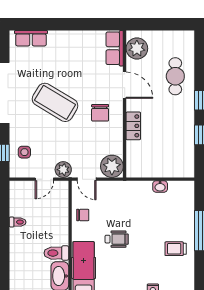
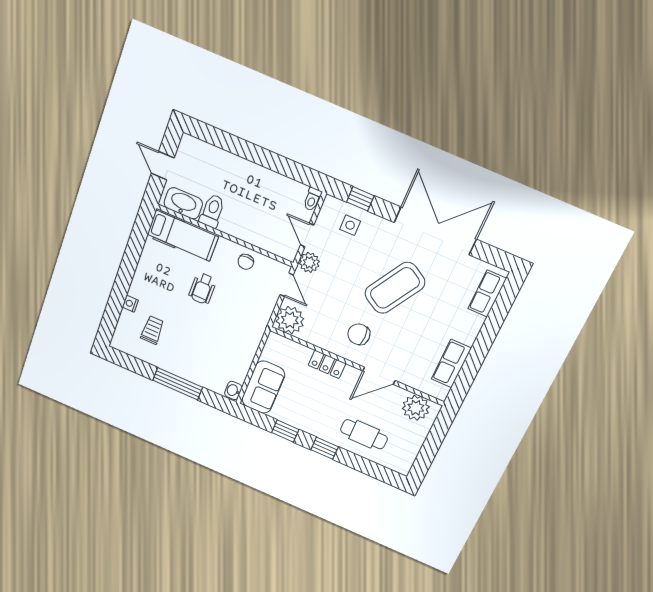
row of seats: (115, 48) -> (451, 364), moved, turned -90
sofa: (173, 165) -> (263, 387), added
door: (87, 179) -> (287, 285), swing flipped
washbasin: (160, 186) -> (233, 390), moved
toilet: (18, 222) -> (312, 199), moved
trolley: (176, 249) -> (152, 330), moved

